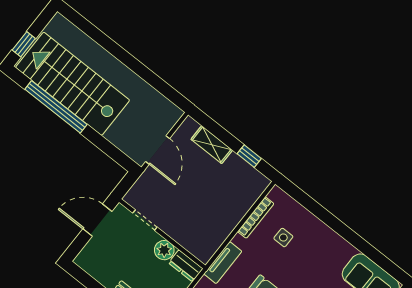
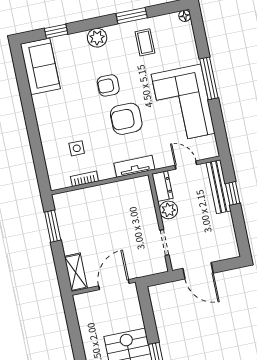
shelving: (212, 145) -> (76, 272), moved
window: (249, 156) -> (53, 226), width x1.50
bookcase: (256, 218) -> (84, 179), width x0.64

